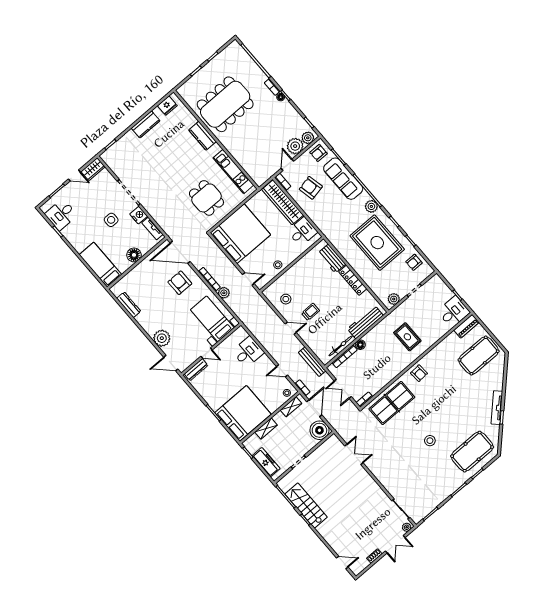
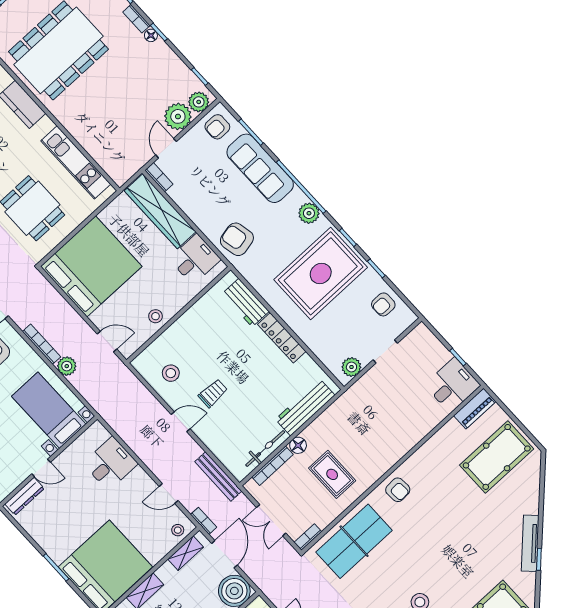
armchair: (311, 188) -> (237, 239), moved
rug: (377, 243) -> (321, 273), turned 90
rug: (407, 337) -> (332, 474), moved

